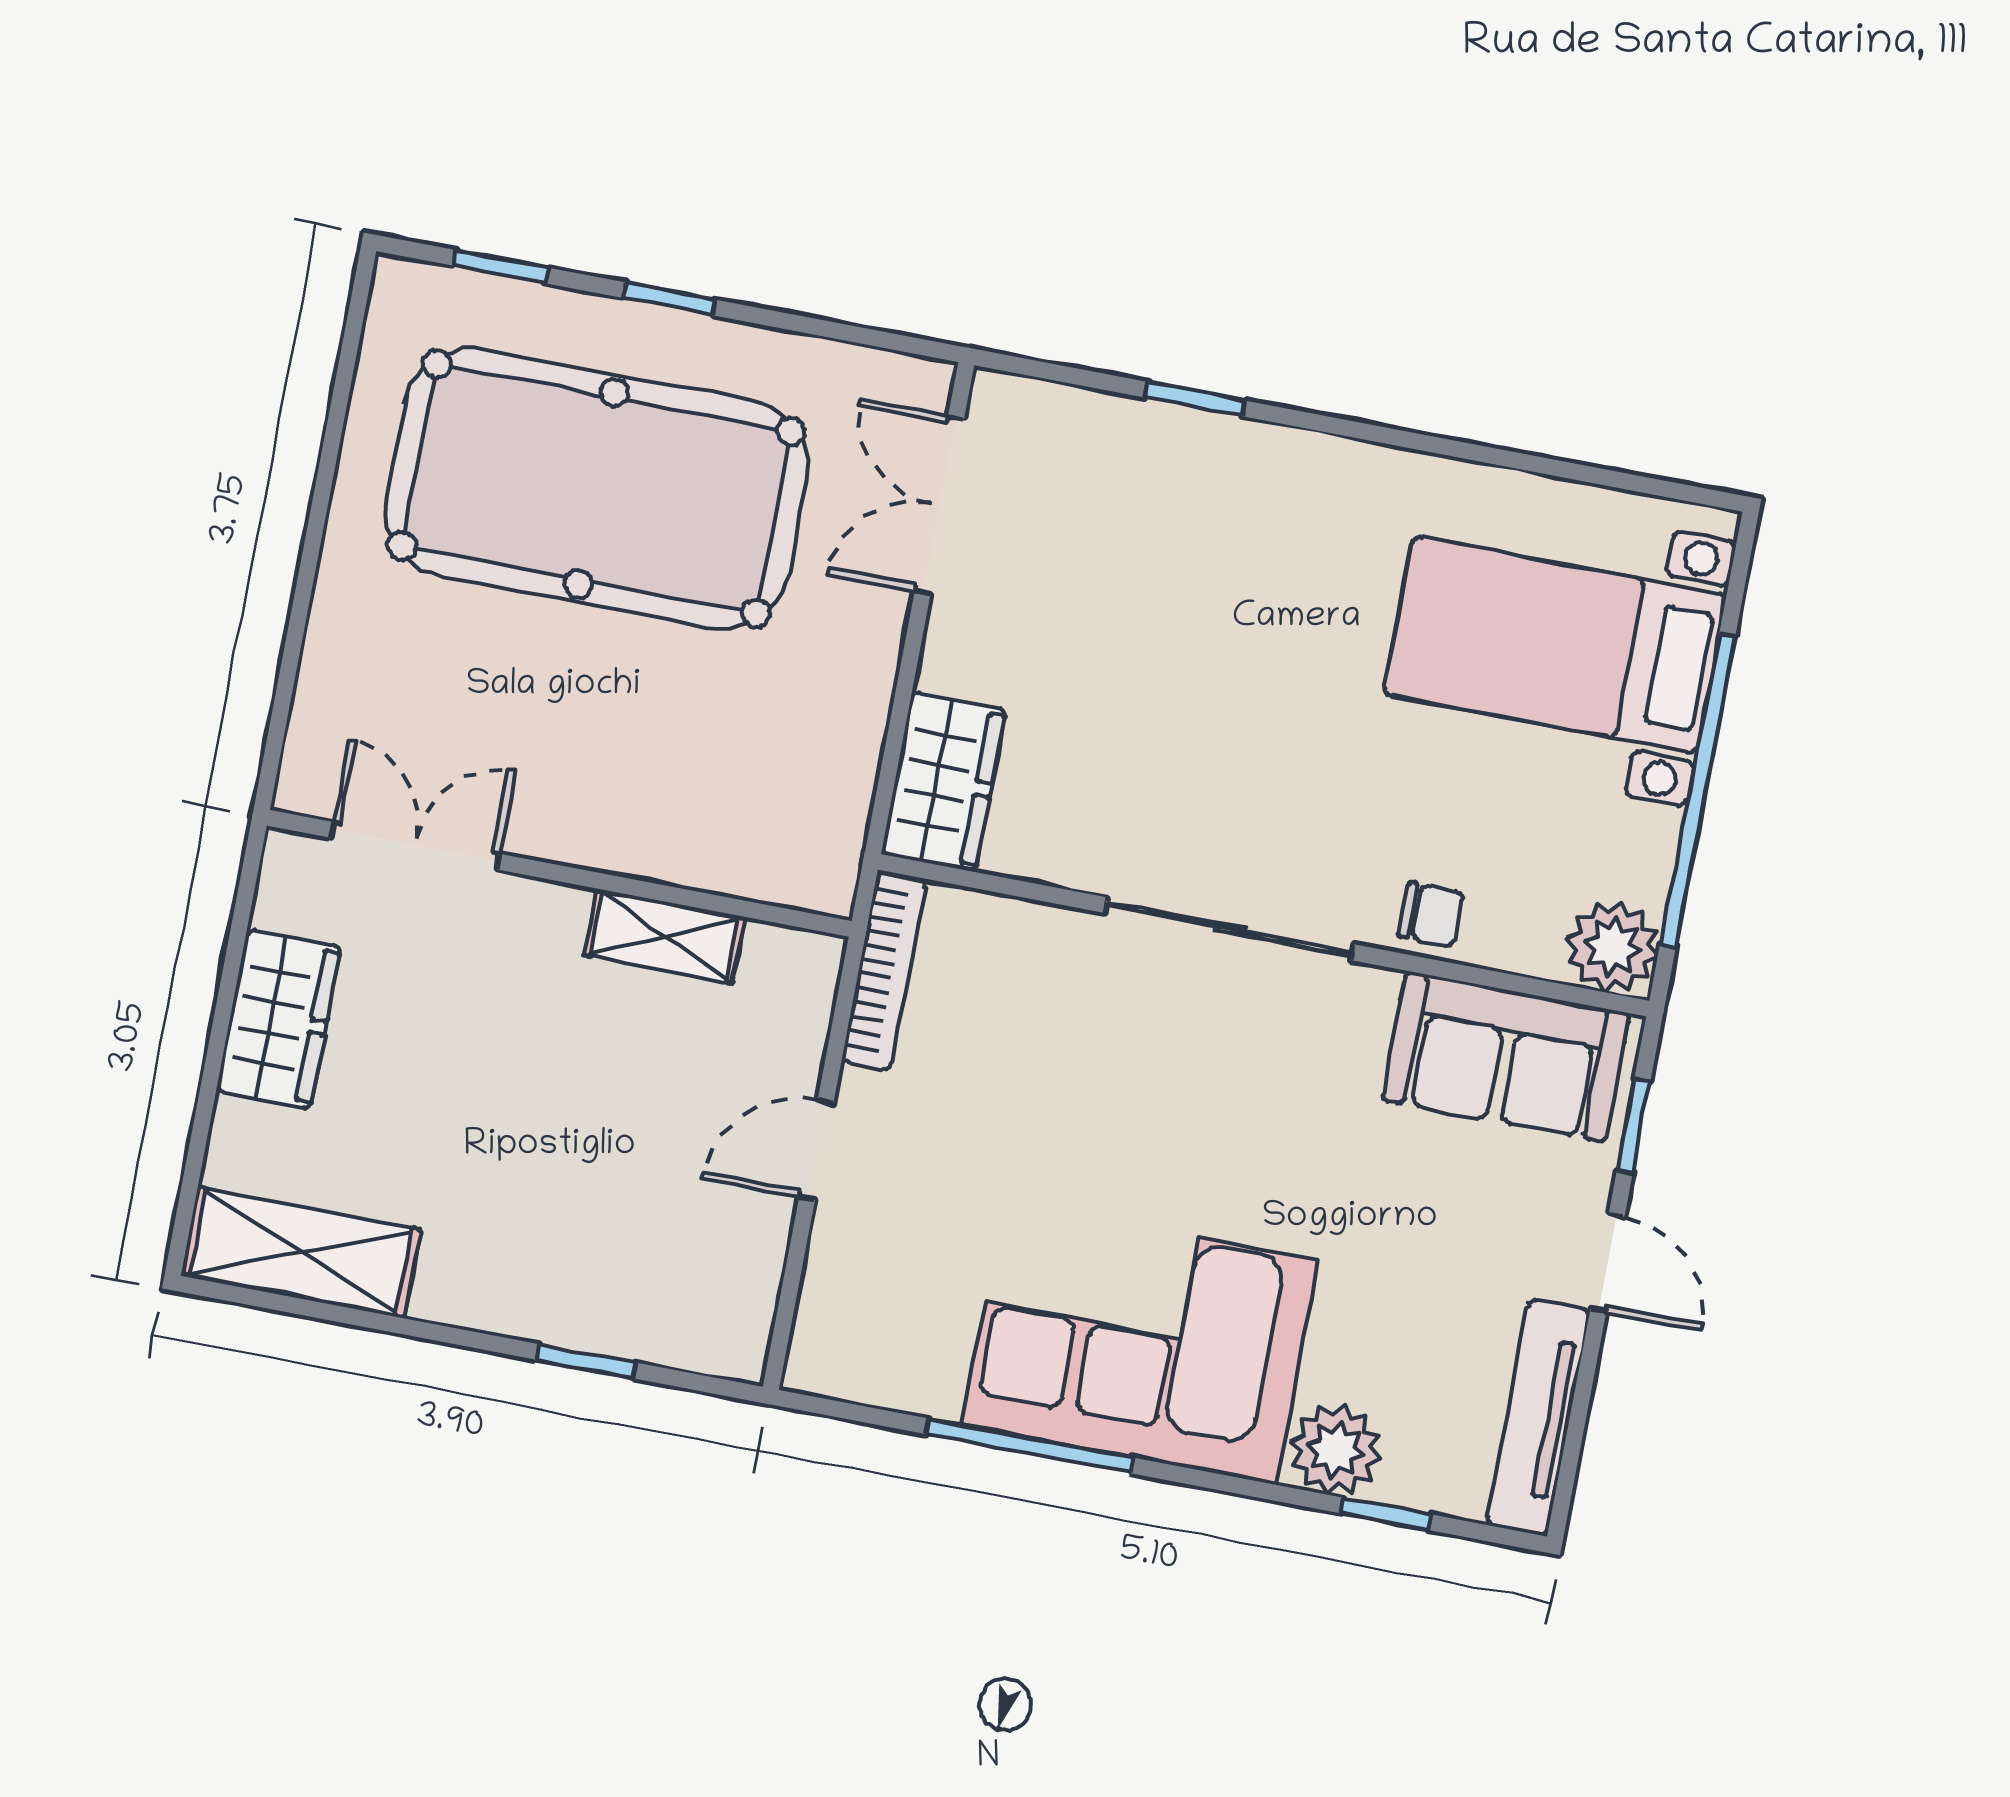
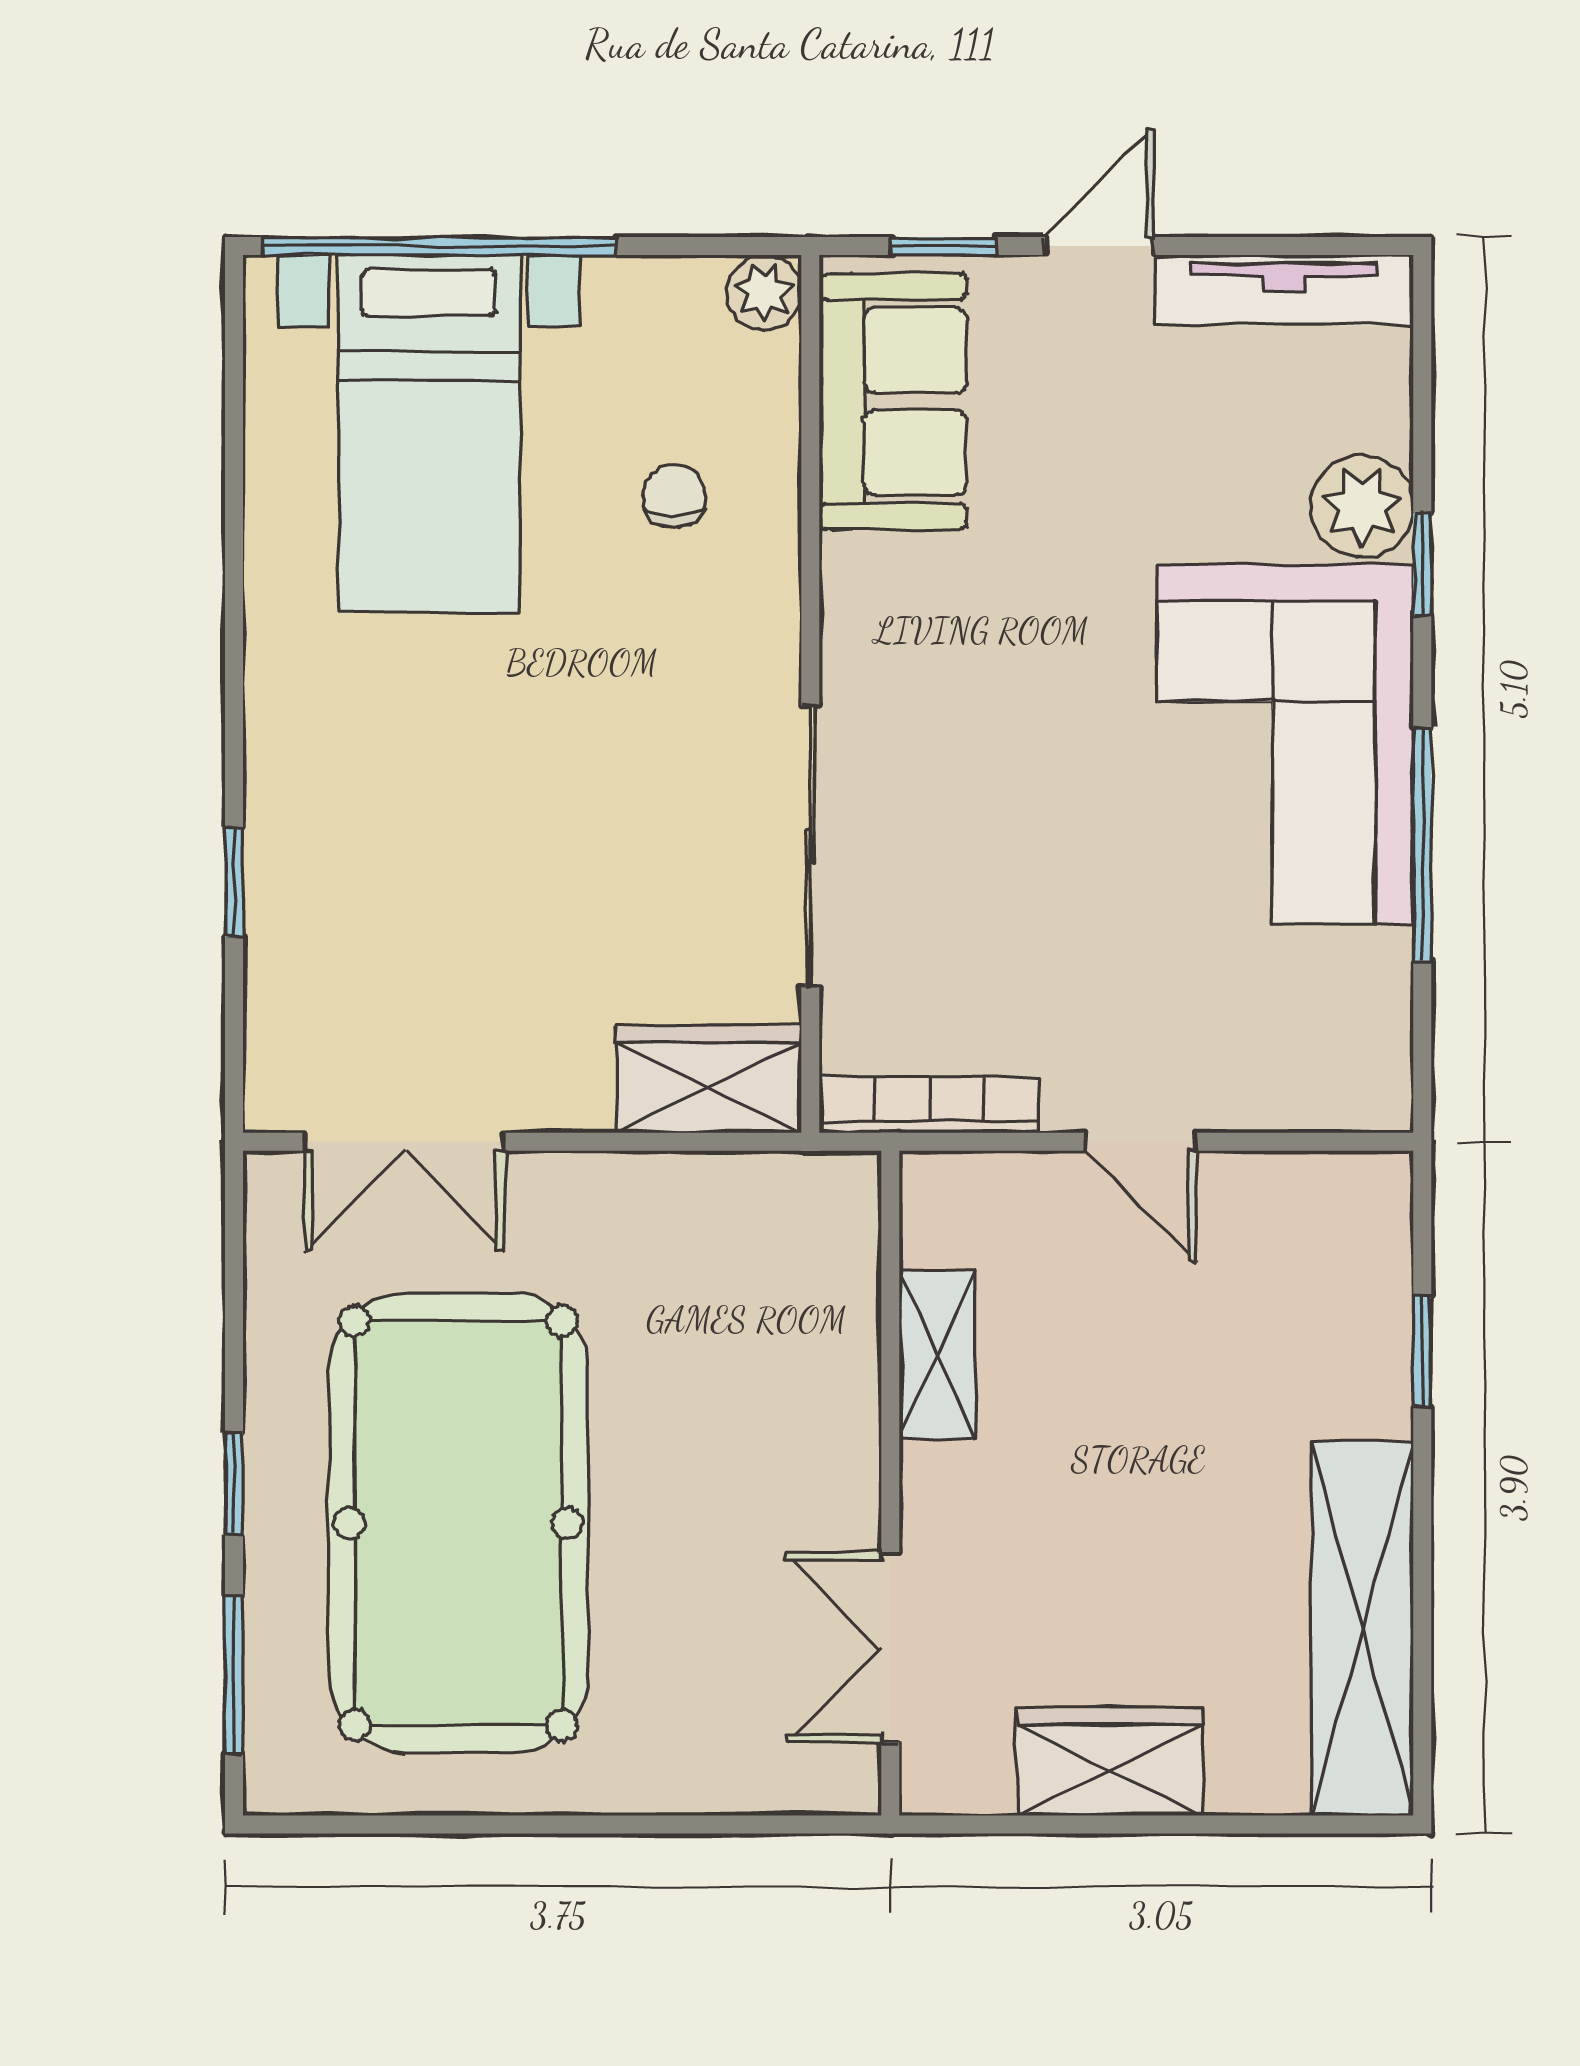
window: (501, 267) -> (234, 1675), width x1.50
window: (1698, 790) -> (439, 246), moved
chair: (1431, 914) -> (674, 496), moved
sliding door: (1229, 929) -> (810, 846), moved
plant: (1613, 947) -> (764, 293), width x0.73, depth x0.73
shelving: (301, 1253) -> (1362, 1629), width x1.47
window: (1385, 1514) -> (1422, 563), moved

